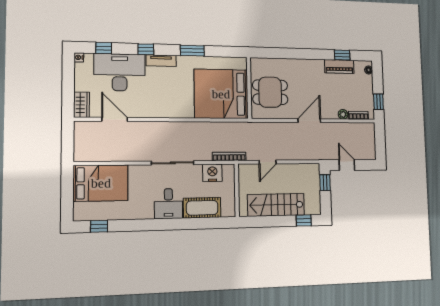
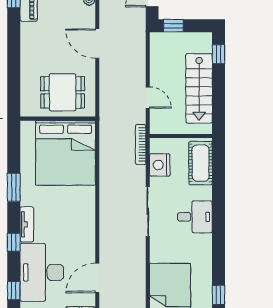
dining table: (270, 92) -> (63, 92), turned 90
cot: (202, 208) -> (201, 163), moved

